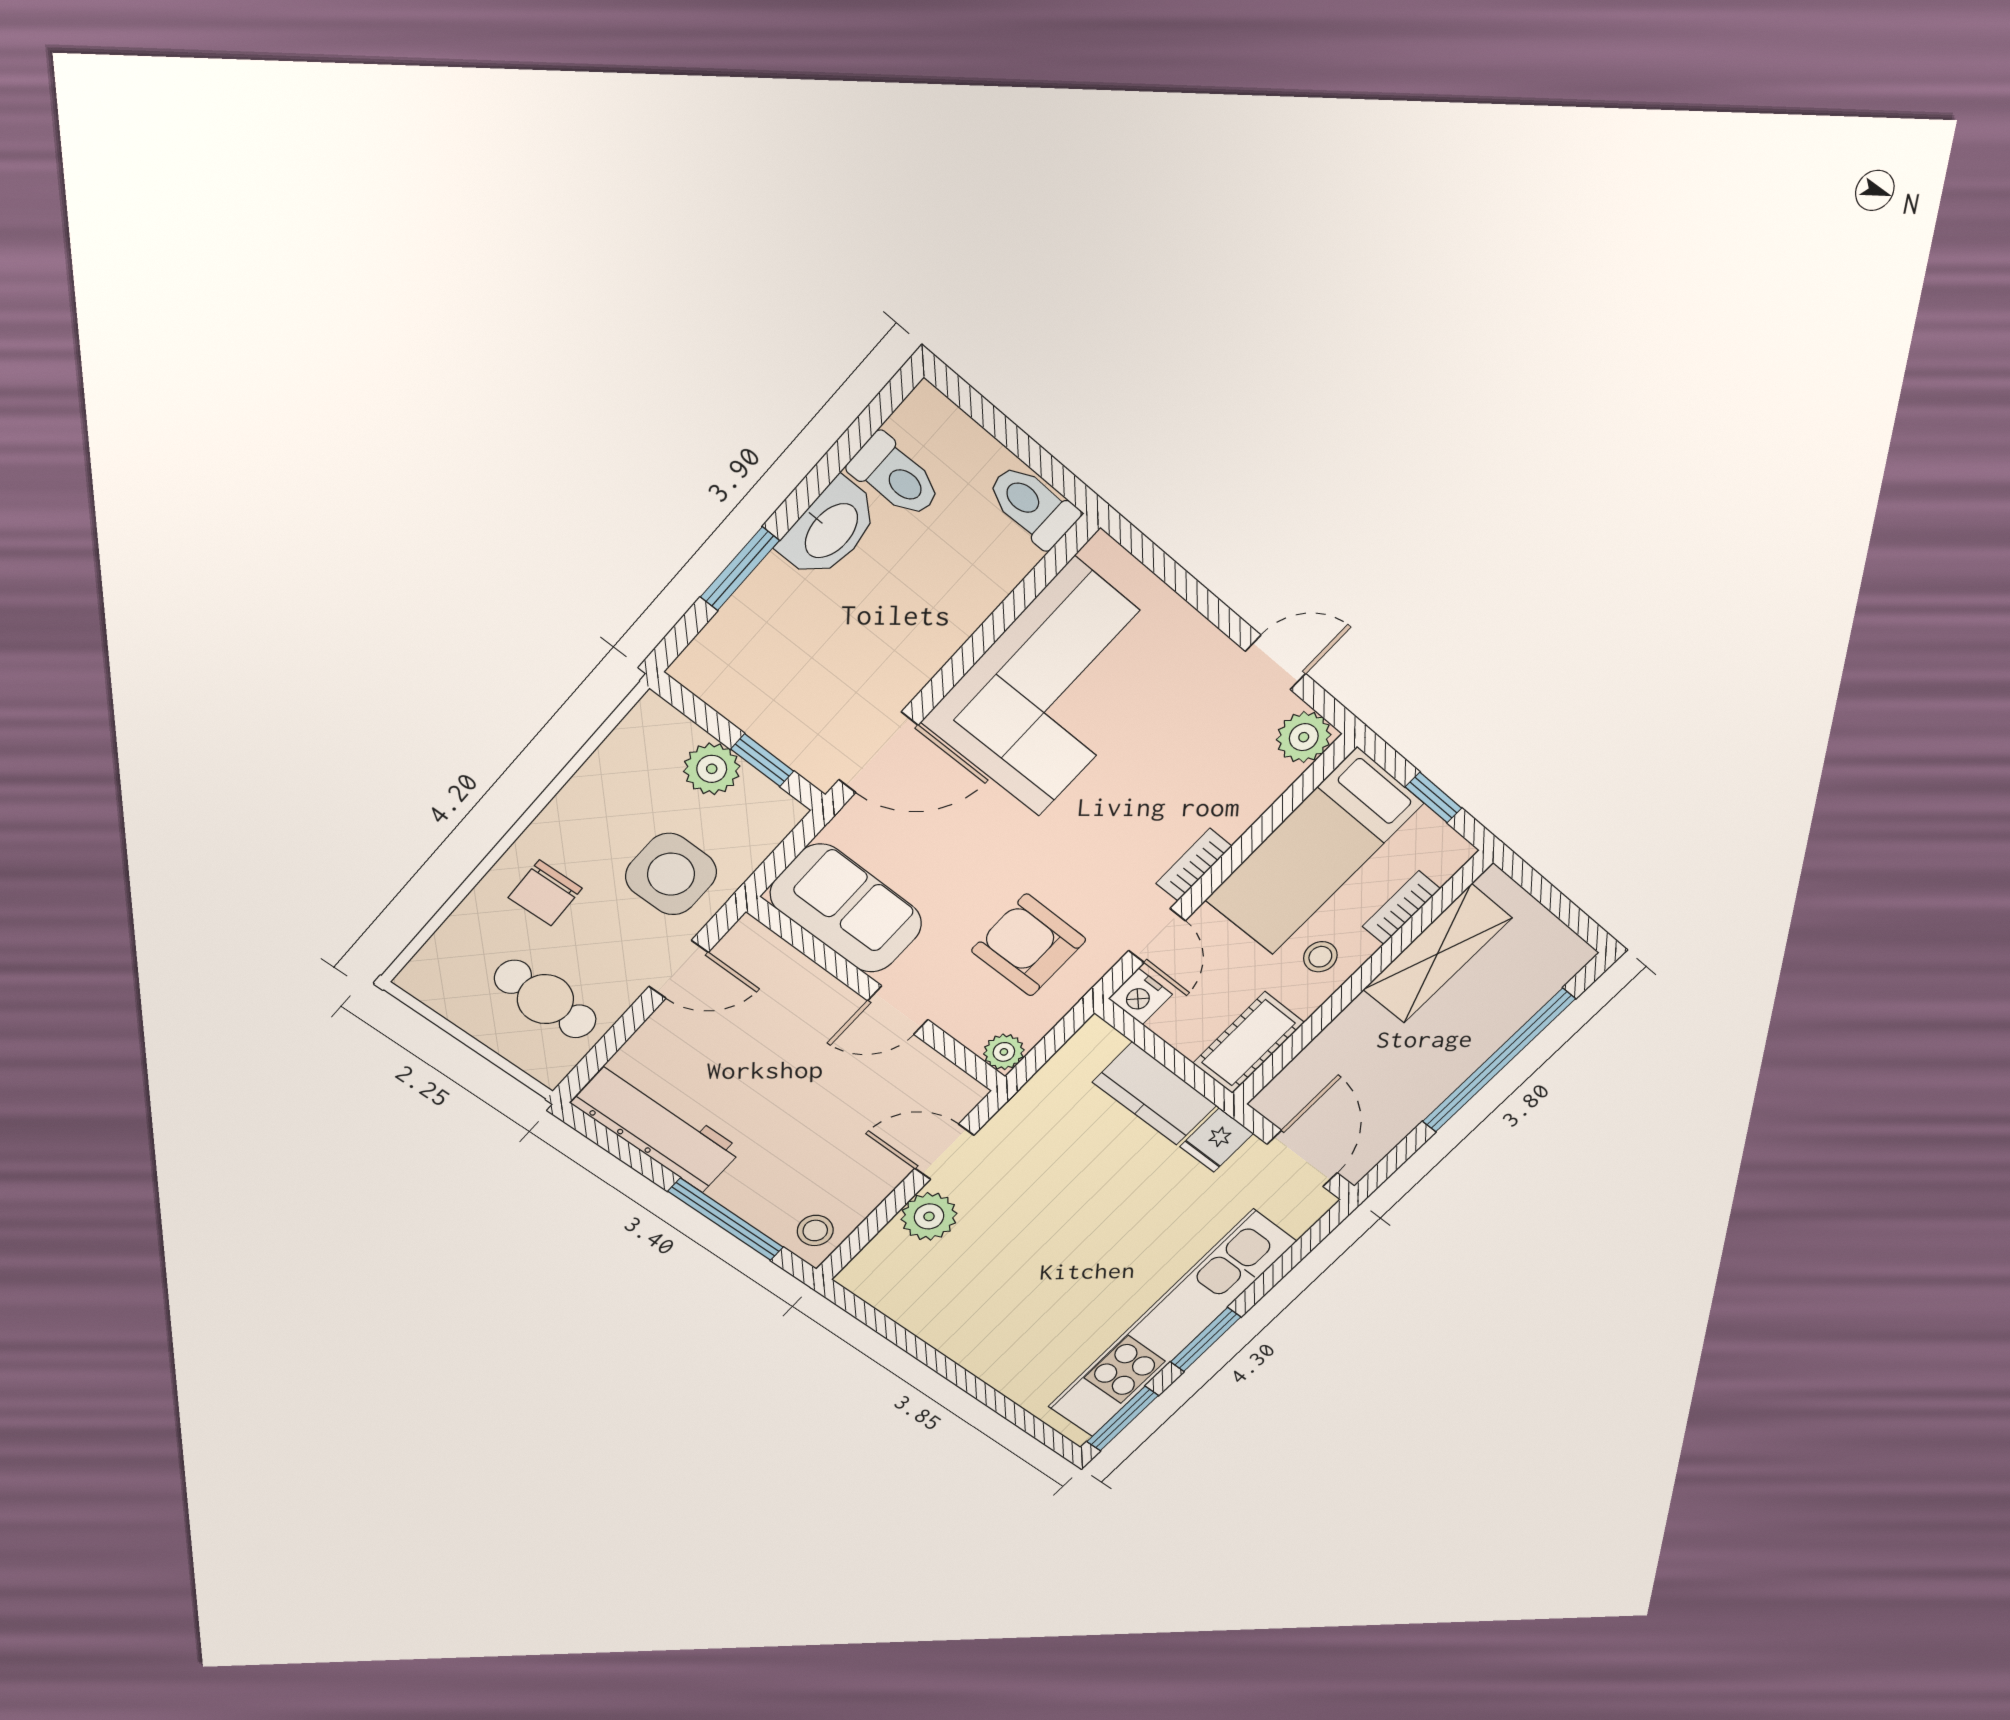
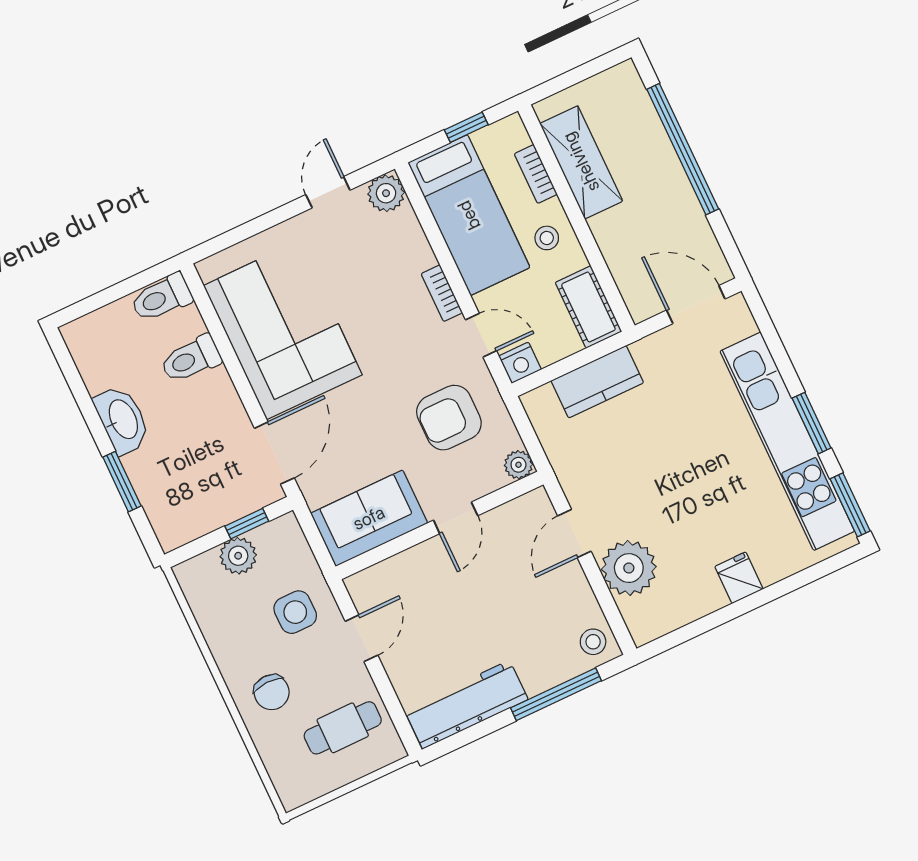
toilet: (896, 476) -> (191, 359), moved, turned 180
side table: (671, 874) -> (295, 612), width x0.73, depth x0.73
fridge: (1217, 1140) -> (739, 578), moved, turned 180
plant: (929, 1216) -> (629, 568), width x1.36, depth x1.36

